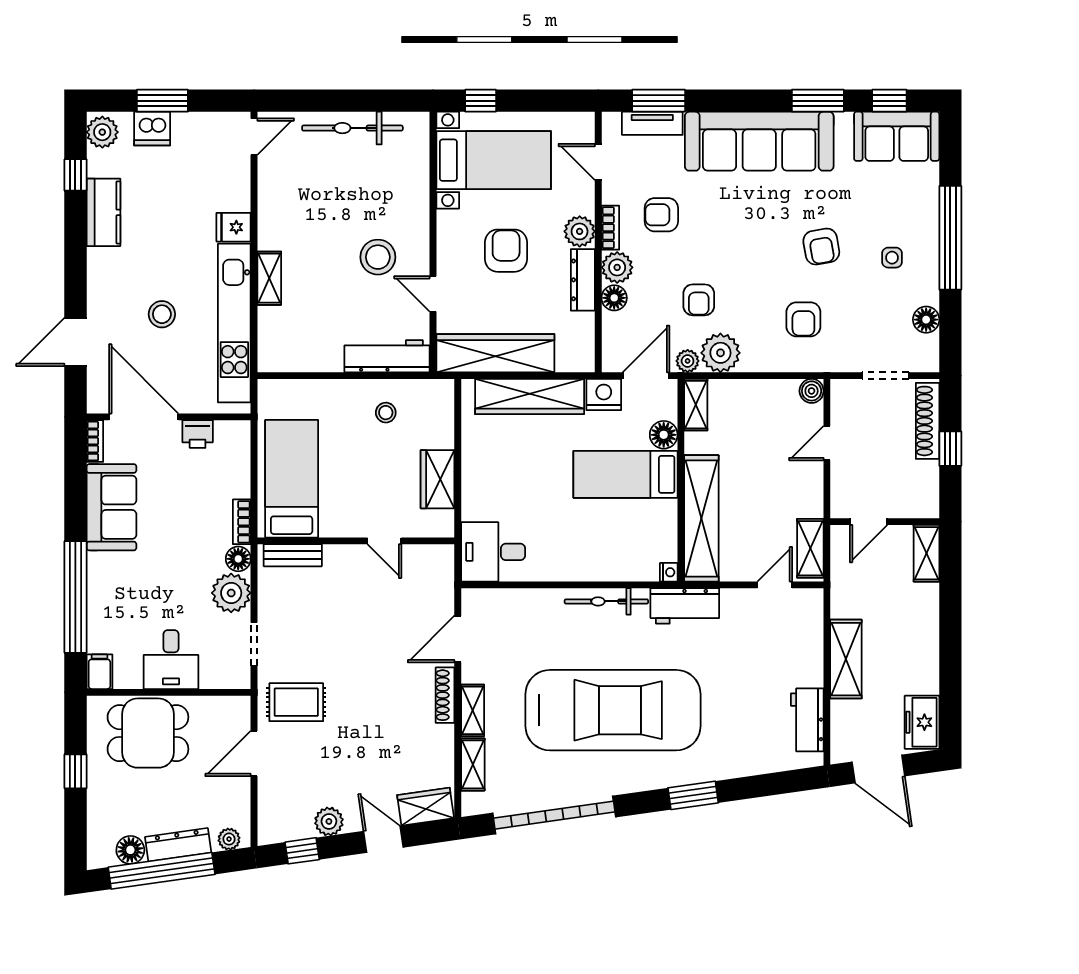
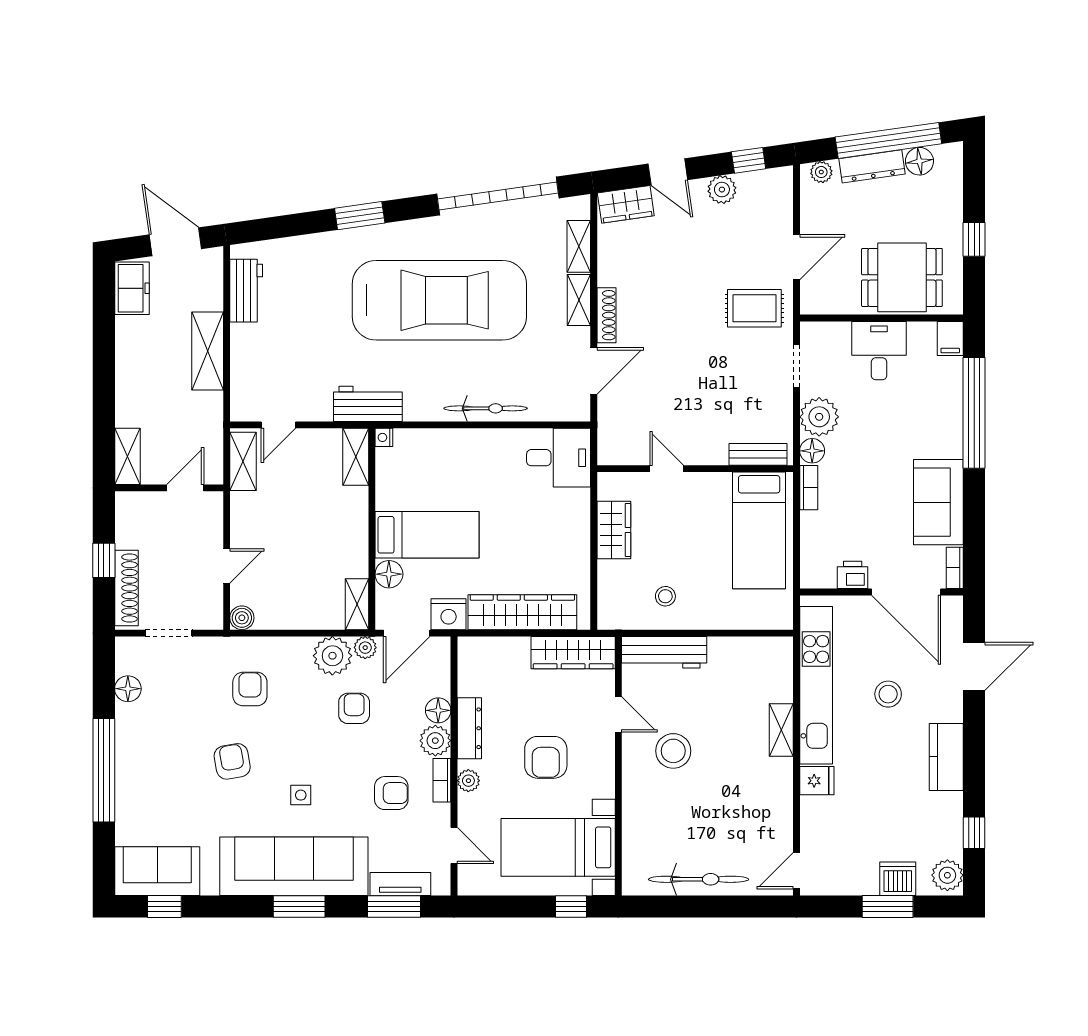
window: (818, 101) -> (299, 907), moved
kitchen counter: (103, 212) -> (946, 757), moved
plant: (580, 231) -> (468, 781), width x0.73, depth x0.73
side table: (892, 258) -> (301, 795), moved
wardrobe: (495, 353) -> (573, 653), width x0.71, depth x0.85
shelving: (701, 518) -> (356, 457), width x0.45, depth x0.75
bicycle: (606, 601) -> (486, 408), moved
car: (613, 710) -> (439, 300), turned 180

